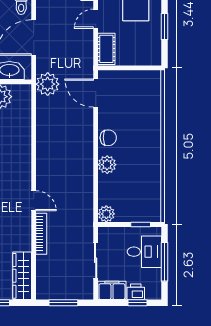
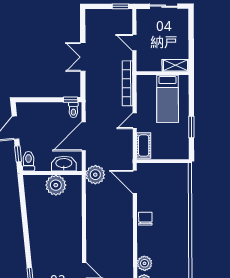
chair: (108, 138) -> (145, 219), turned -89
plant: (107, 165) -> (145, 263), moved

